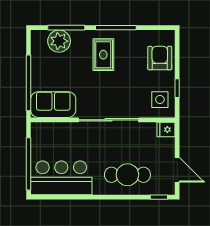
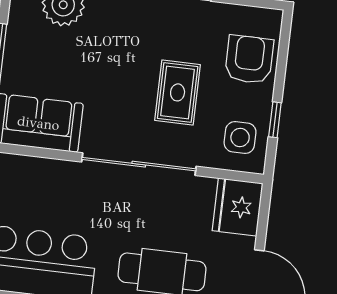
rug: (103, 55) -> (178, 92), moved
fridge: (166, 129) -> (238, 207), width x1.88, depth x1.34

